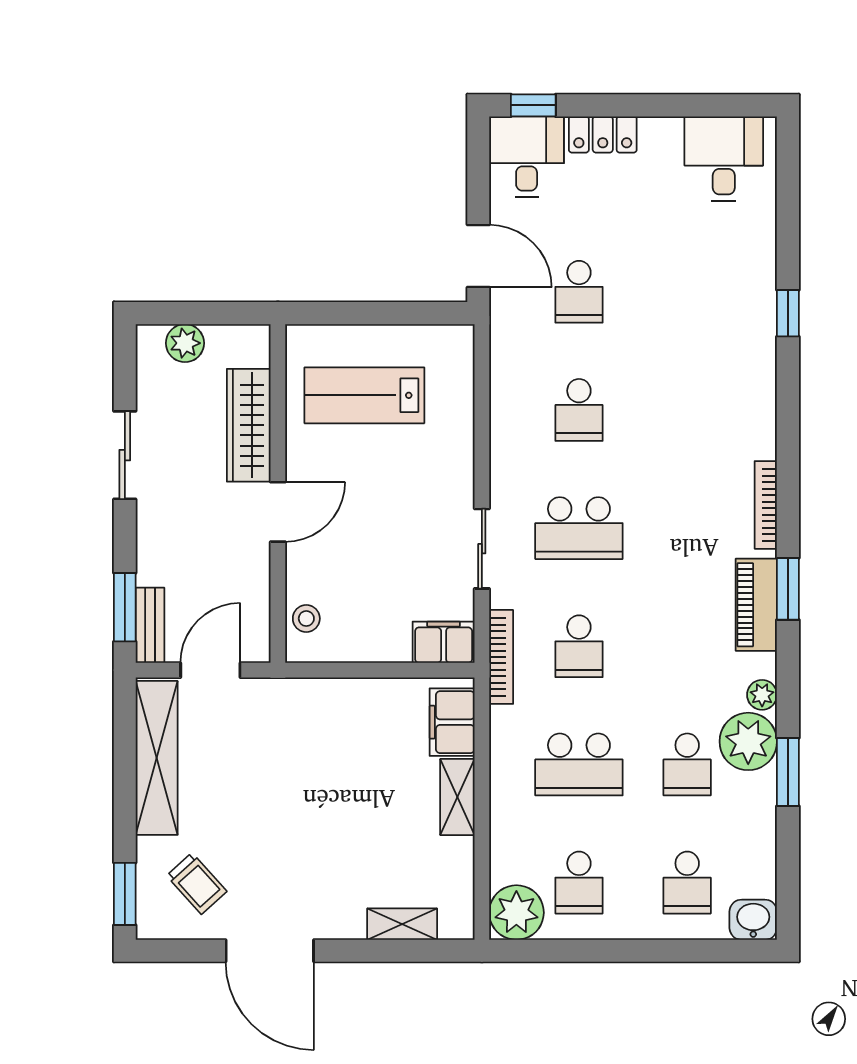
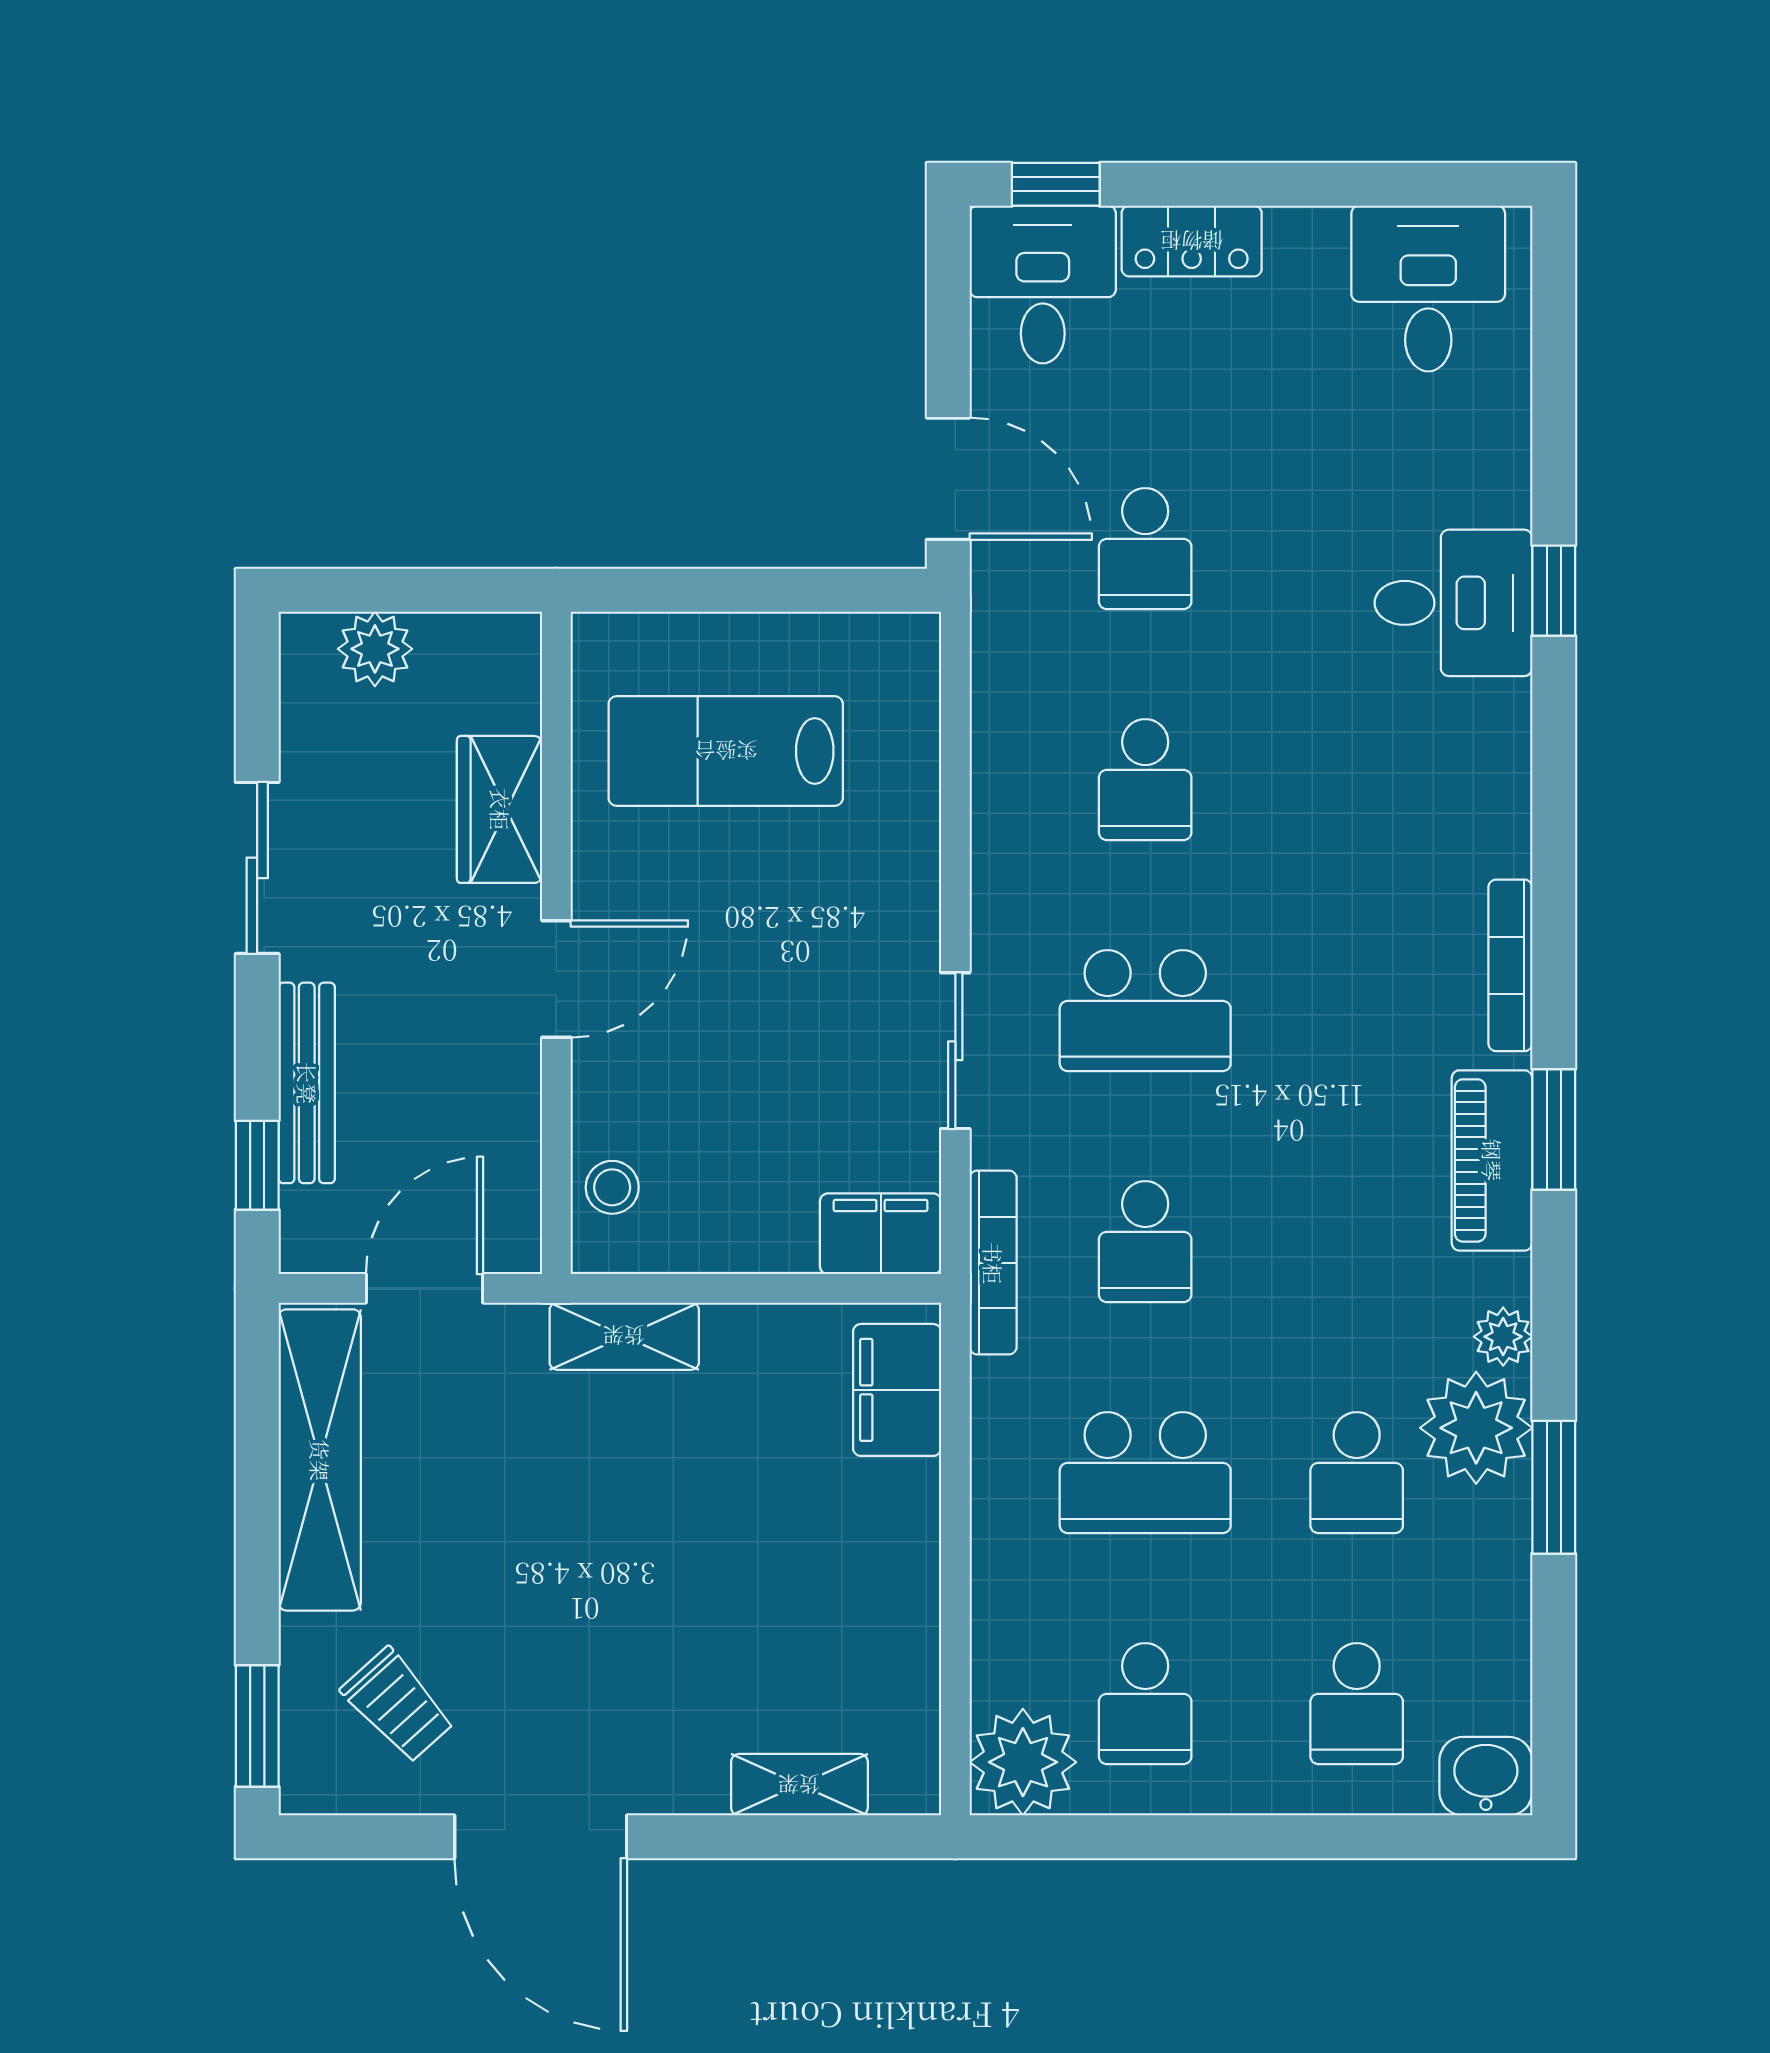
desk: (737, 320) -> (1453, 603), added
wardrobe: (249, 425) -> (500, 809), width x0.67
window: (125, 607) -> (257, 1165), width x0.67
bench: (150, 625) -> (307, 1083), moved, width x1.36
shelving: (457, 797) -> (624, 1336), moved, turned 90

